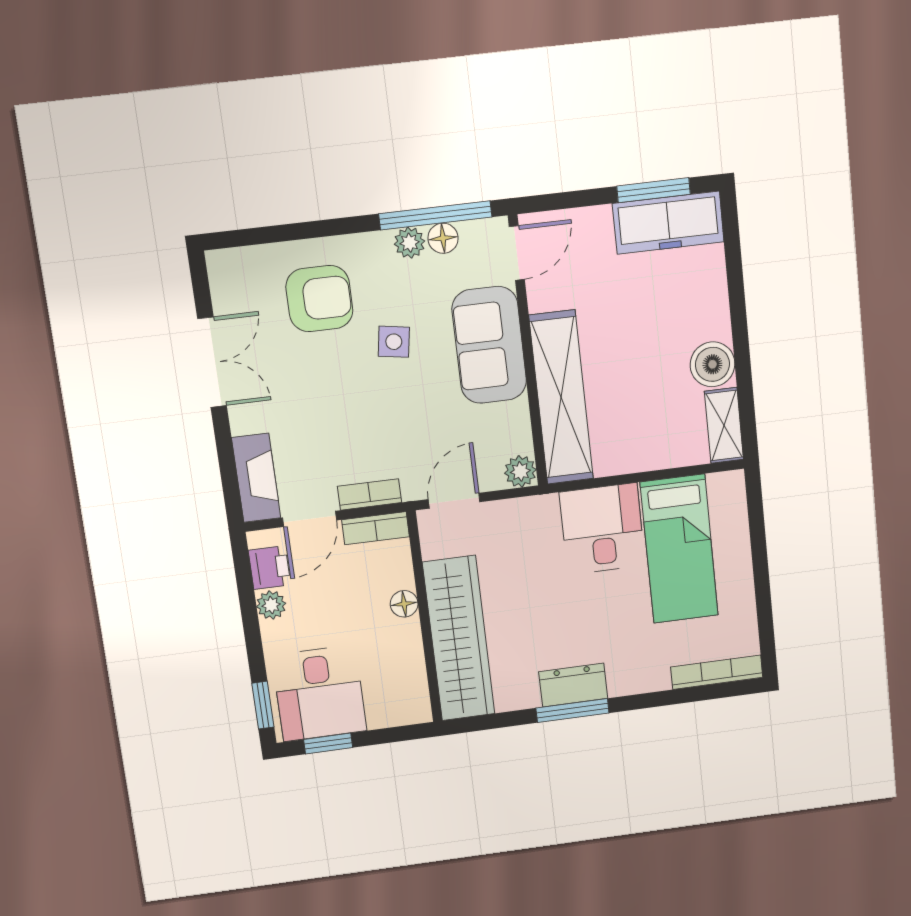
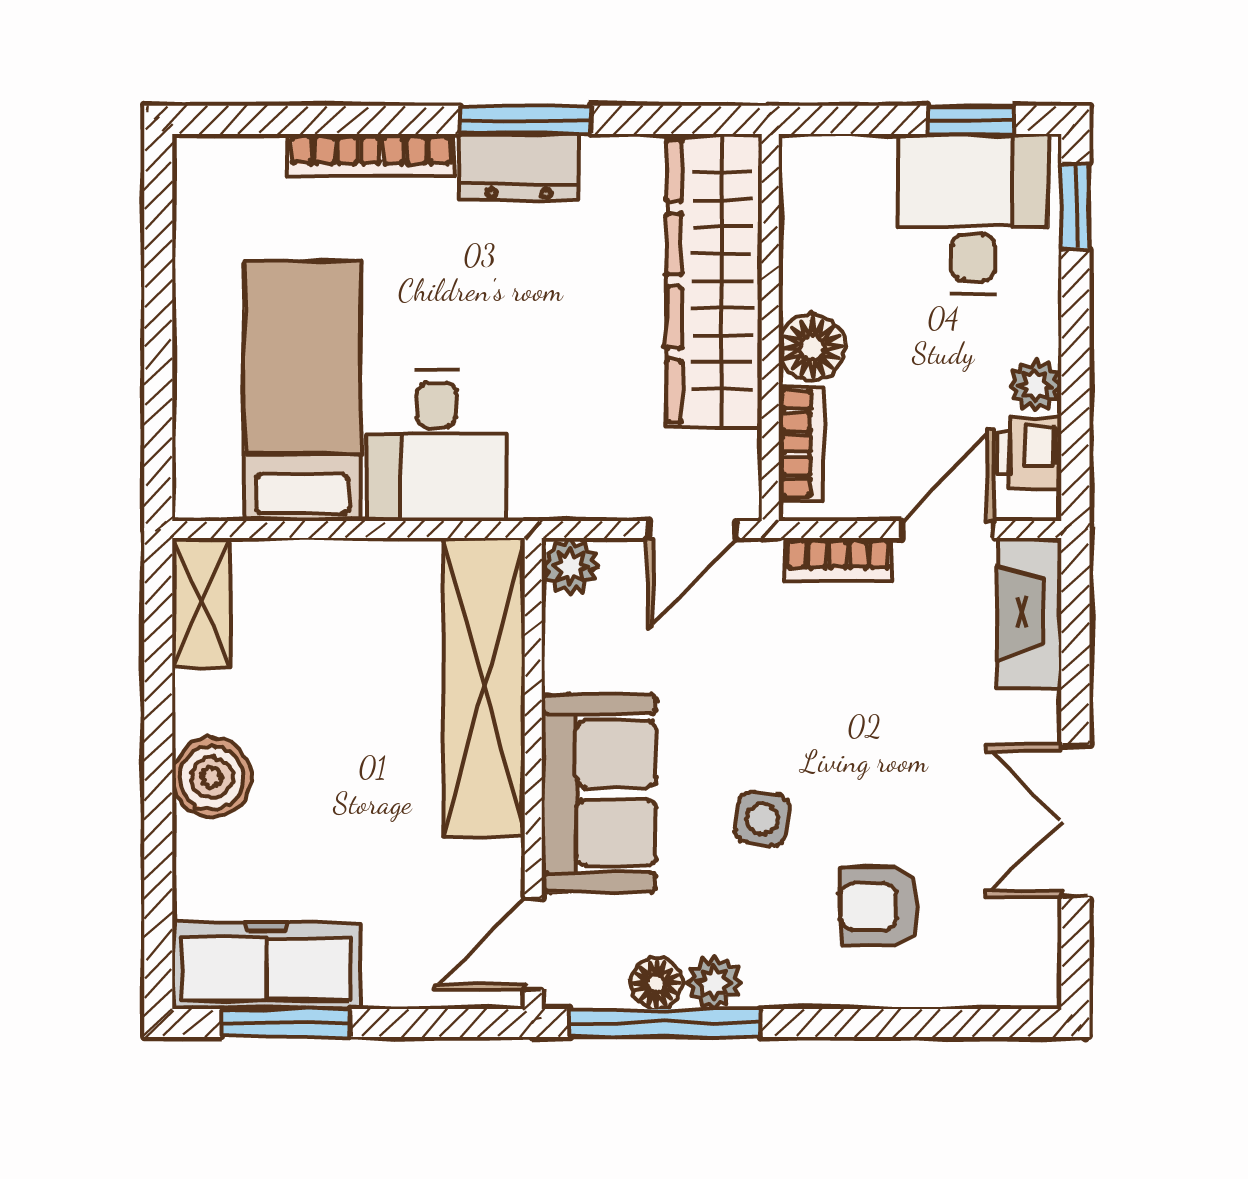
armchair: (319, 299) -> (879, 907), width x0.72, depth x0.72
boiler: (712, 364) -> (212, 777), moved
bookcase: (376, 528) -> (801, 444), moved, turned 90
floor lamp: (404, 604) -> (812, 348), width x1.37, depth x1.37
bookcase: (717, 672) -> (371, 155), moved

